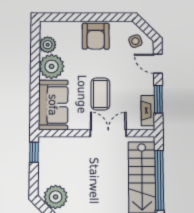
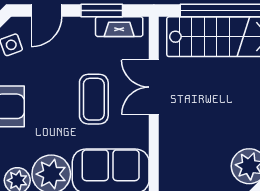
coffee table: (100, 94) -> (94, 99), turned 90

